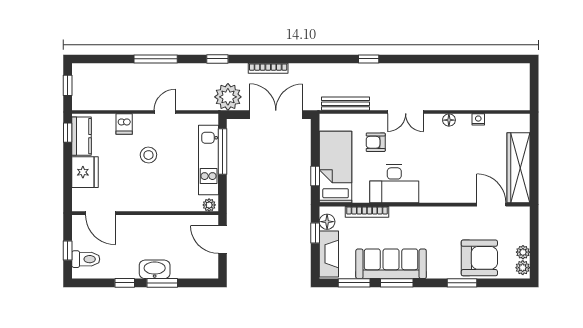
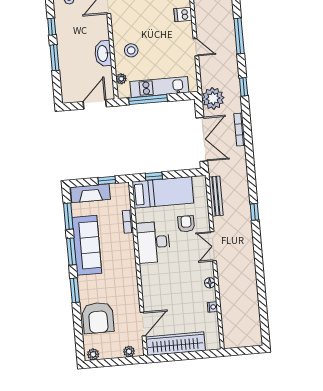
window: (223, 152) -> (148, 100), moved
stool: (148, 155) -> (131, 50), moved
plant: (209, 205) -> (121, 79), moved
bookcase: (367, 212) -> (128, 222), width x0.64
floor lamp: (327, 222) -> (117, 189), removed
plant: (523, 252) -> (129, 351), moved
washbasin: (155, 269) -> (103, 53), moved, turned 180
window: (462, 283) -> (75, 290), moved

